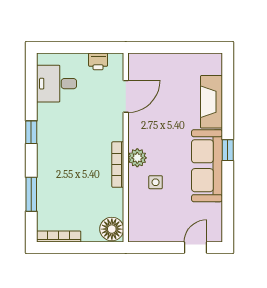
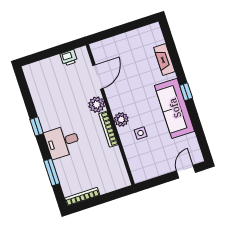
desk: (56, 84) -> (62, 142), moved
fireplace: (211, 102) -> (164, 59), width x0.73, depth x0.76
plant: (113, 130) -> (97, 105), added
floor lamp: (112, 229) -> (120, 178), removed

